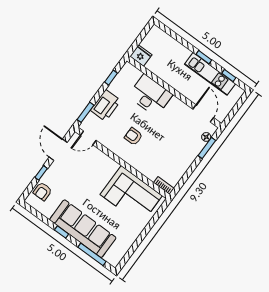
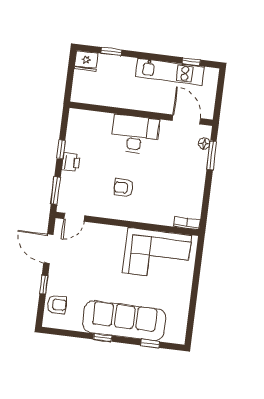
fridge: (141, 56) -> (86, 61), moved, turned 180
window: (204, 57) -> (111, 52), moved
window: (111, 78) -> (61, 149), moved
desk: (150, 95) -> (135, 134), moved
printer: (106, 105) -> (71, 162), width x0.53, depth x0.68
armchair: (42, 191) -> (57, 304), turned -90
window: (92, 254) -> (150, 343), width x0.46

